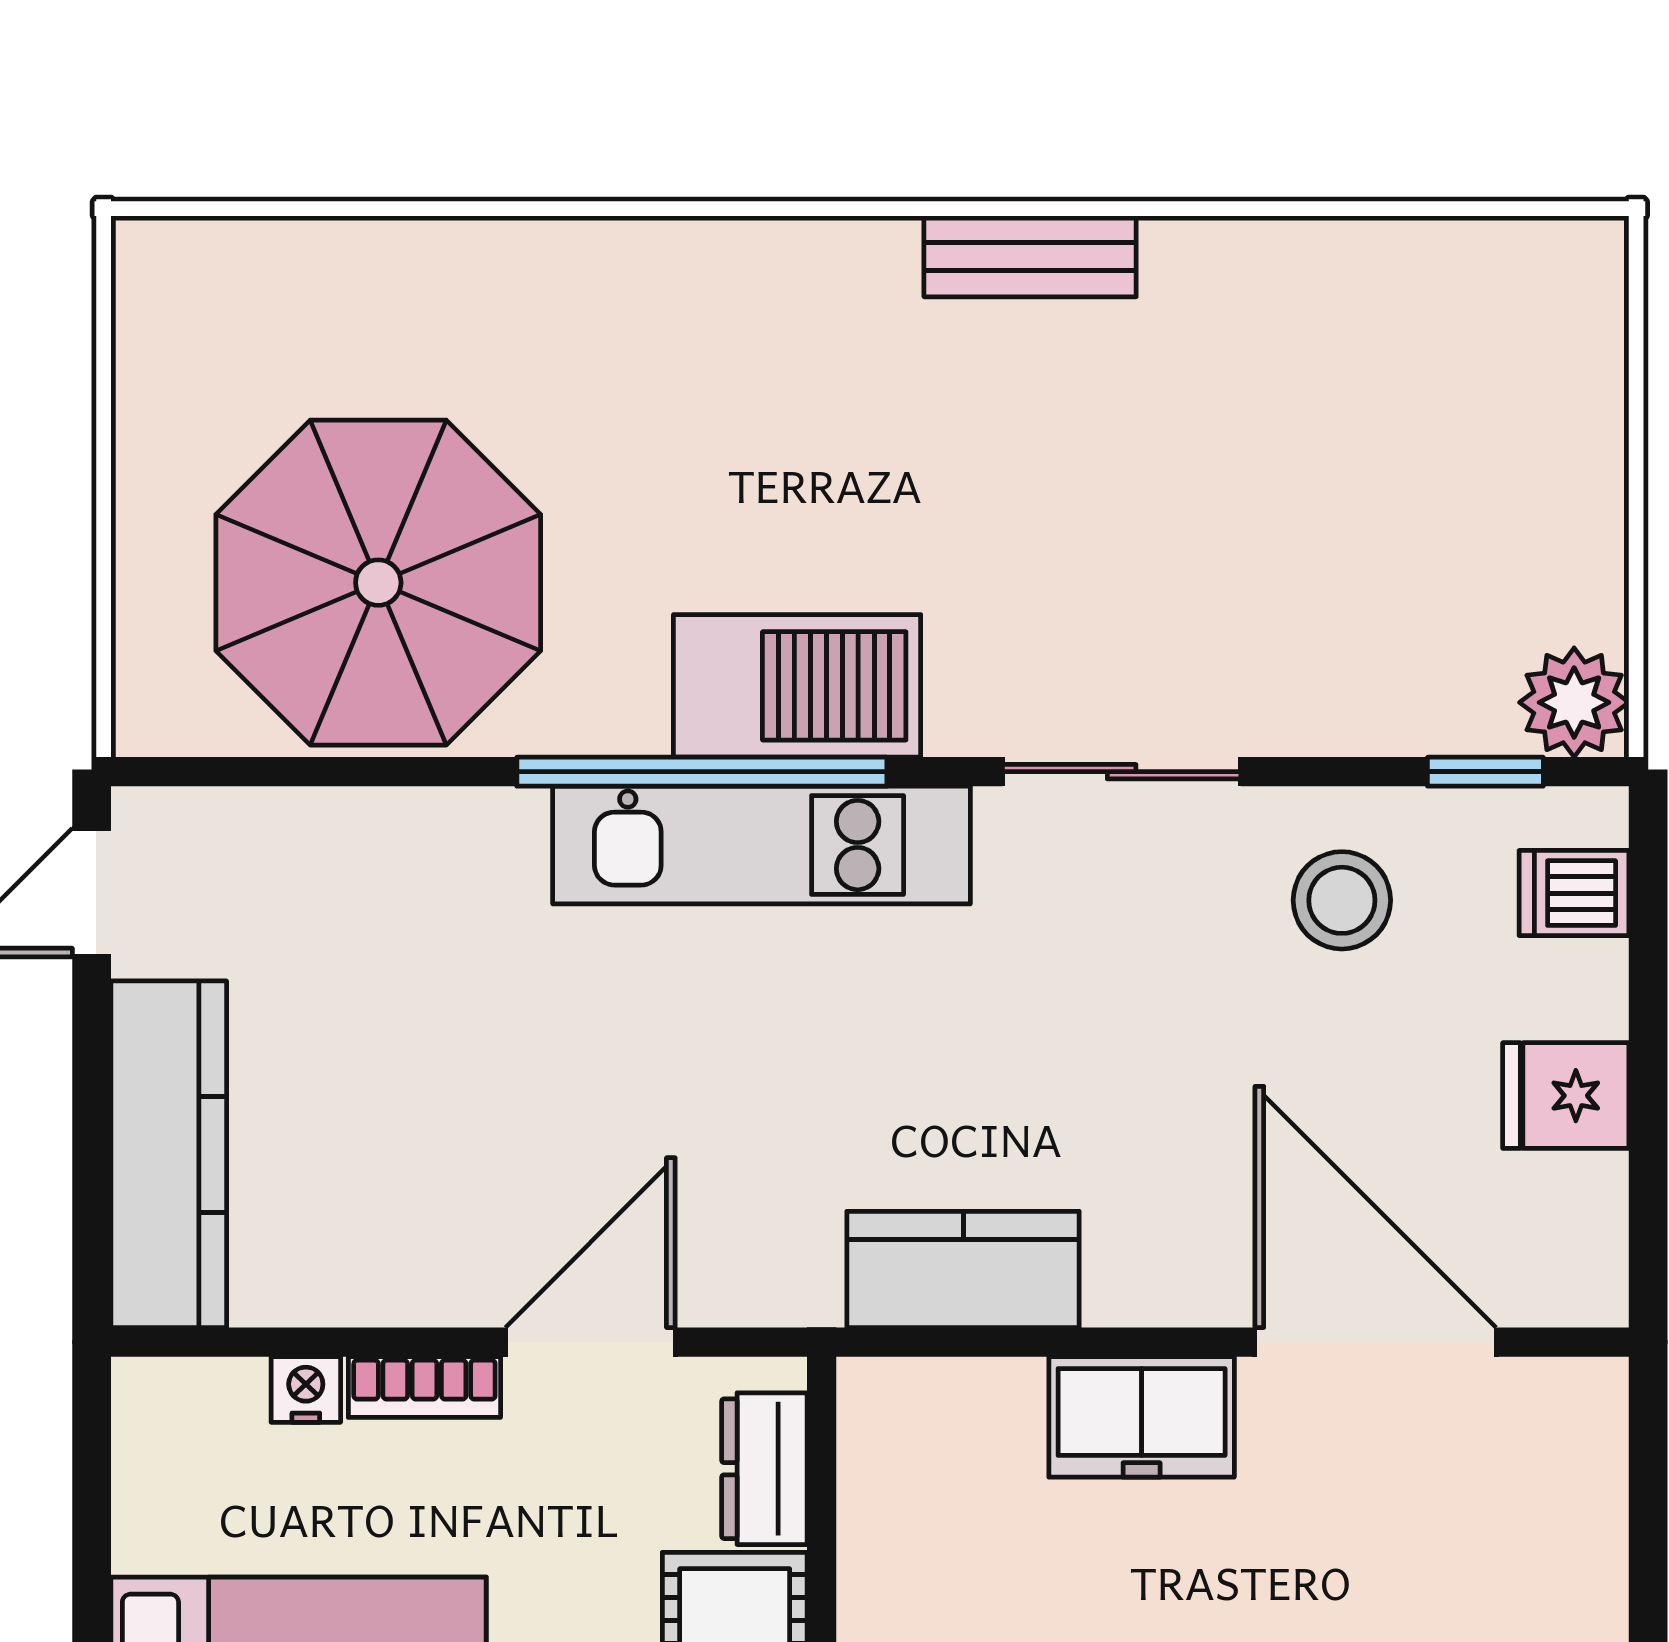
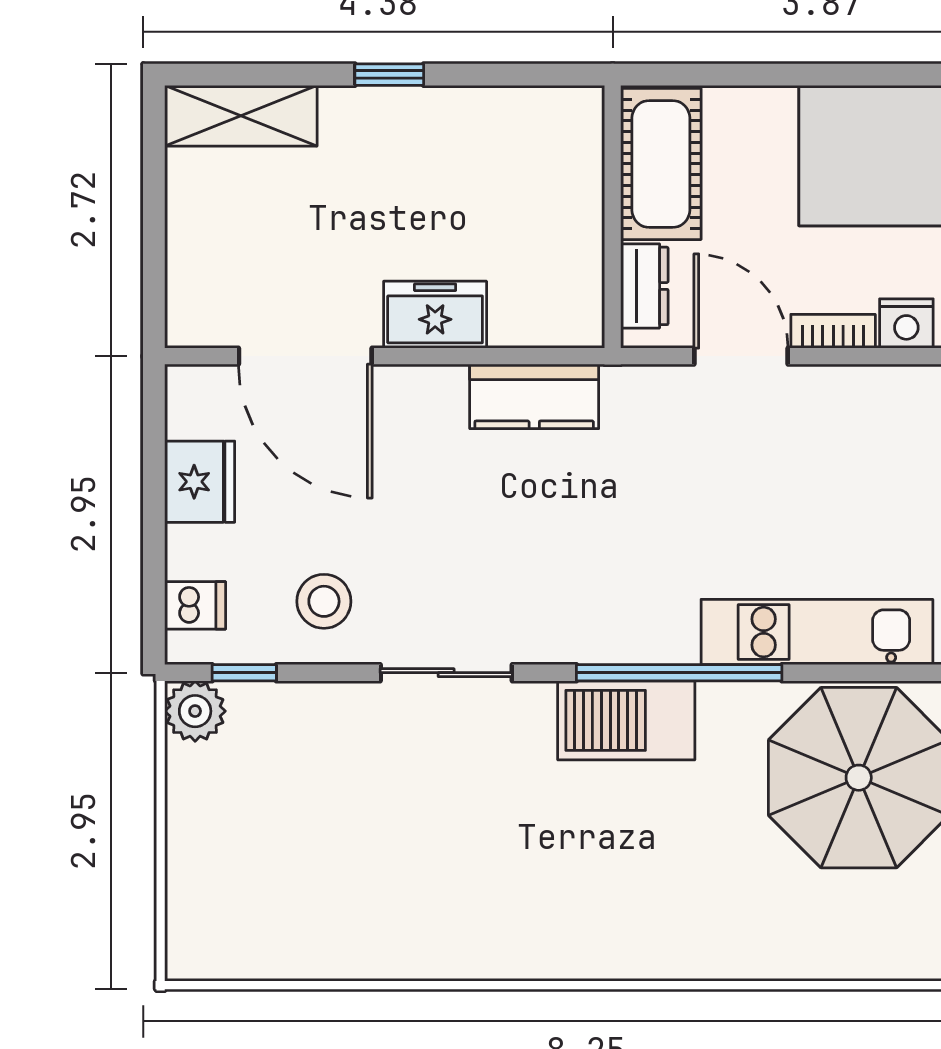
bench: (1030, 256) -> (497, 959), removed
kitchen unit: (761, 845) -> (817, 632), moved
fridge: (1566, 1096) -> (200, 482), width x1.38
door: (590, 1342) -> (741, 356), swing flipped
nightstand: (306, 1389) -> (906, 323), width x1.39, depth x1.35

